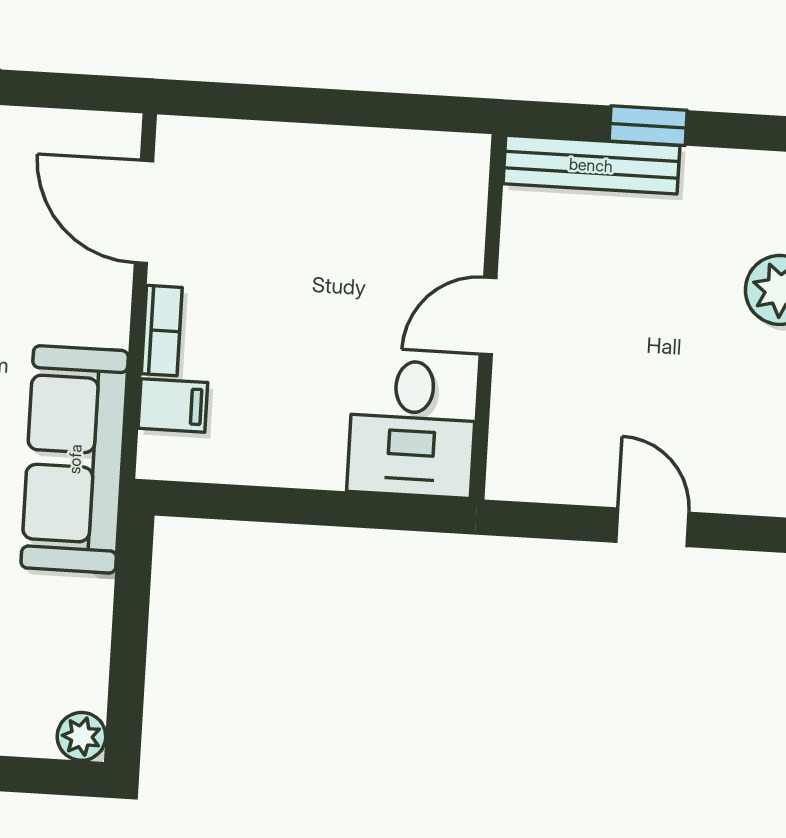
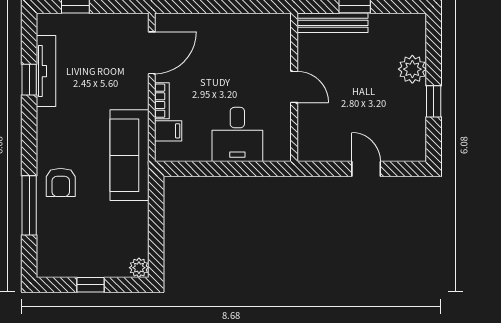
door: (144, 212) -> (152, 53), swing flipped
door: (488, 316) -> (294, 87), swing flipped
desk: (412, 428) -> (237, 134), moved

